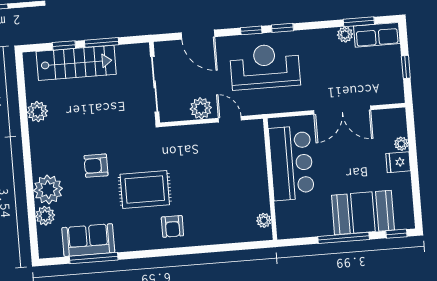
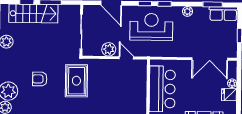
plant: (345, 34) -> (188, 11), moved
double door: (342, 110) -> (210, 59), moved
rug: (145, 189) -> (76, 81), moved, turned 90

